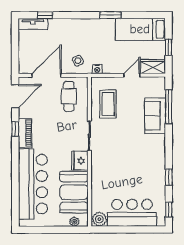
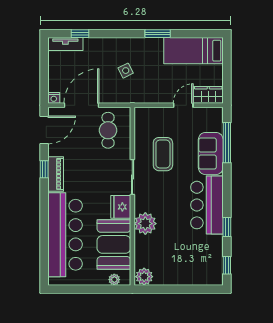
window: (168, 47) -> (227, 72), removed
side table: (78, 61) -> (126, 71), moved
nightstand: (97, 69) -> (54, 98), moved
coffee table: (108, 104) -> (163, 154), moved
plant: (100, 175) -> (145, 224), added
bar counter: (132, 213) -> (207, 205), moved, turned -90

